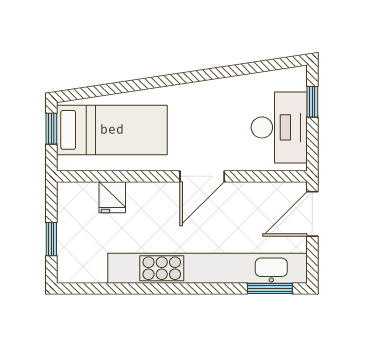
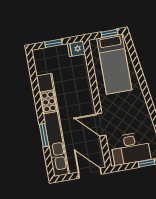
door: (202, 176) -> (101, 125), moved
fridge: (112, 197) -> (76, 49), moved
window: (270, 289) -> (44, 135), moved

